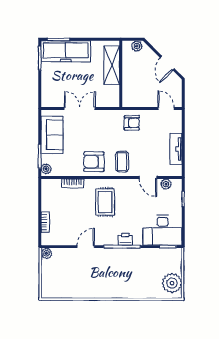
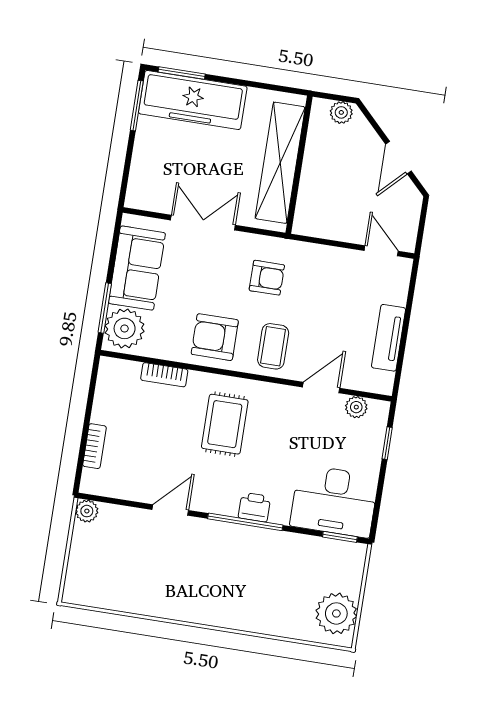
shelving: (112, 65) -> (280, 163), width x1.47
armchair: (132, 123) -> (267, 278), moved
plant: (46, 169) -> (125, 328), width x1.87, depth x1.87
door: (148, 178) -> (321, 388), swing flipped

